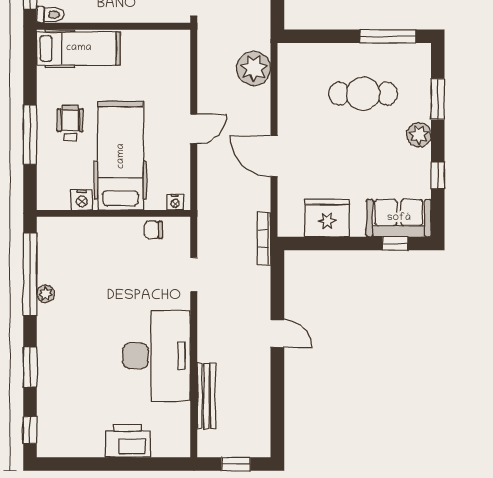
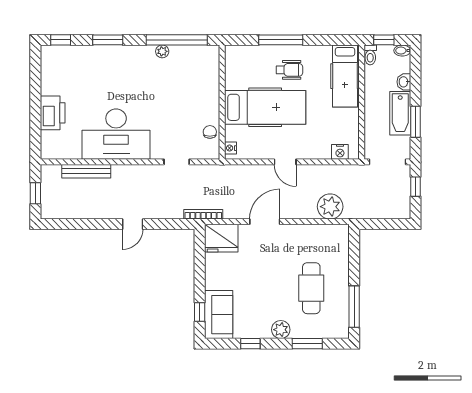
nightstand: (82, 200) -> (340, 152), moved, turned -90
fridge: (327, 218) -> (221, 238), moved, turned 90

